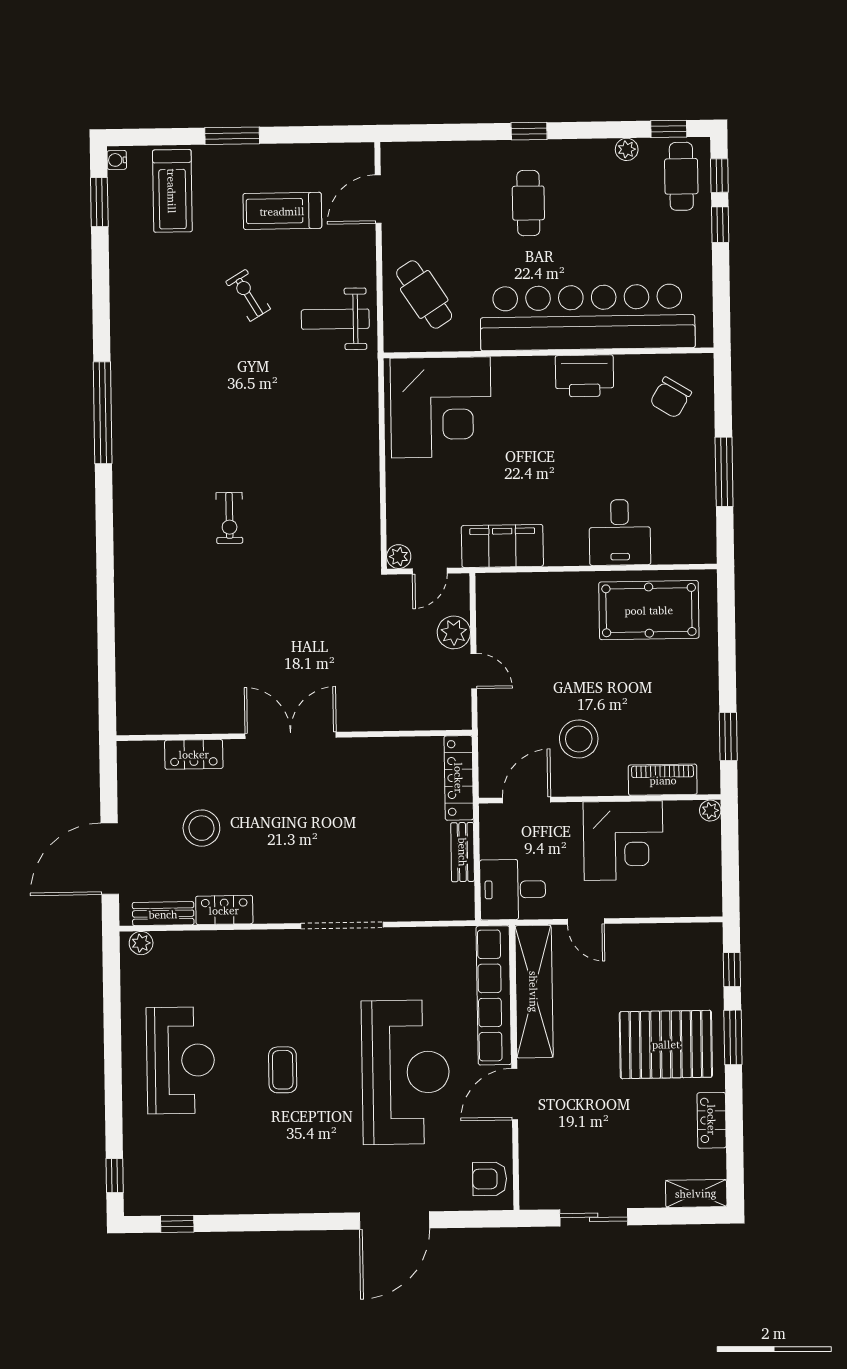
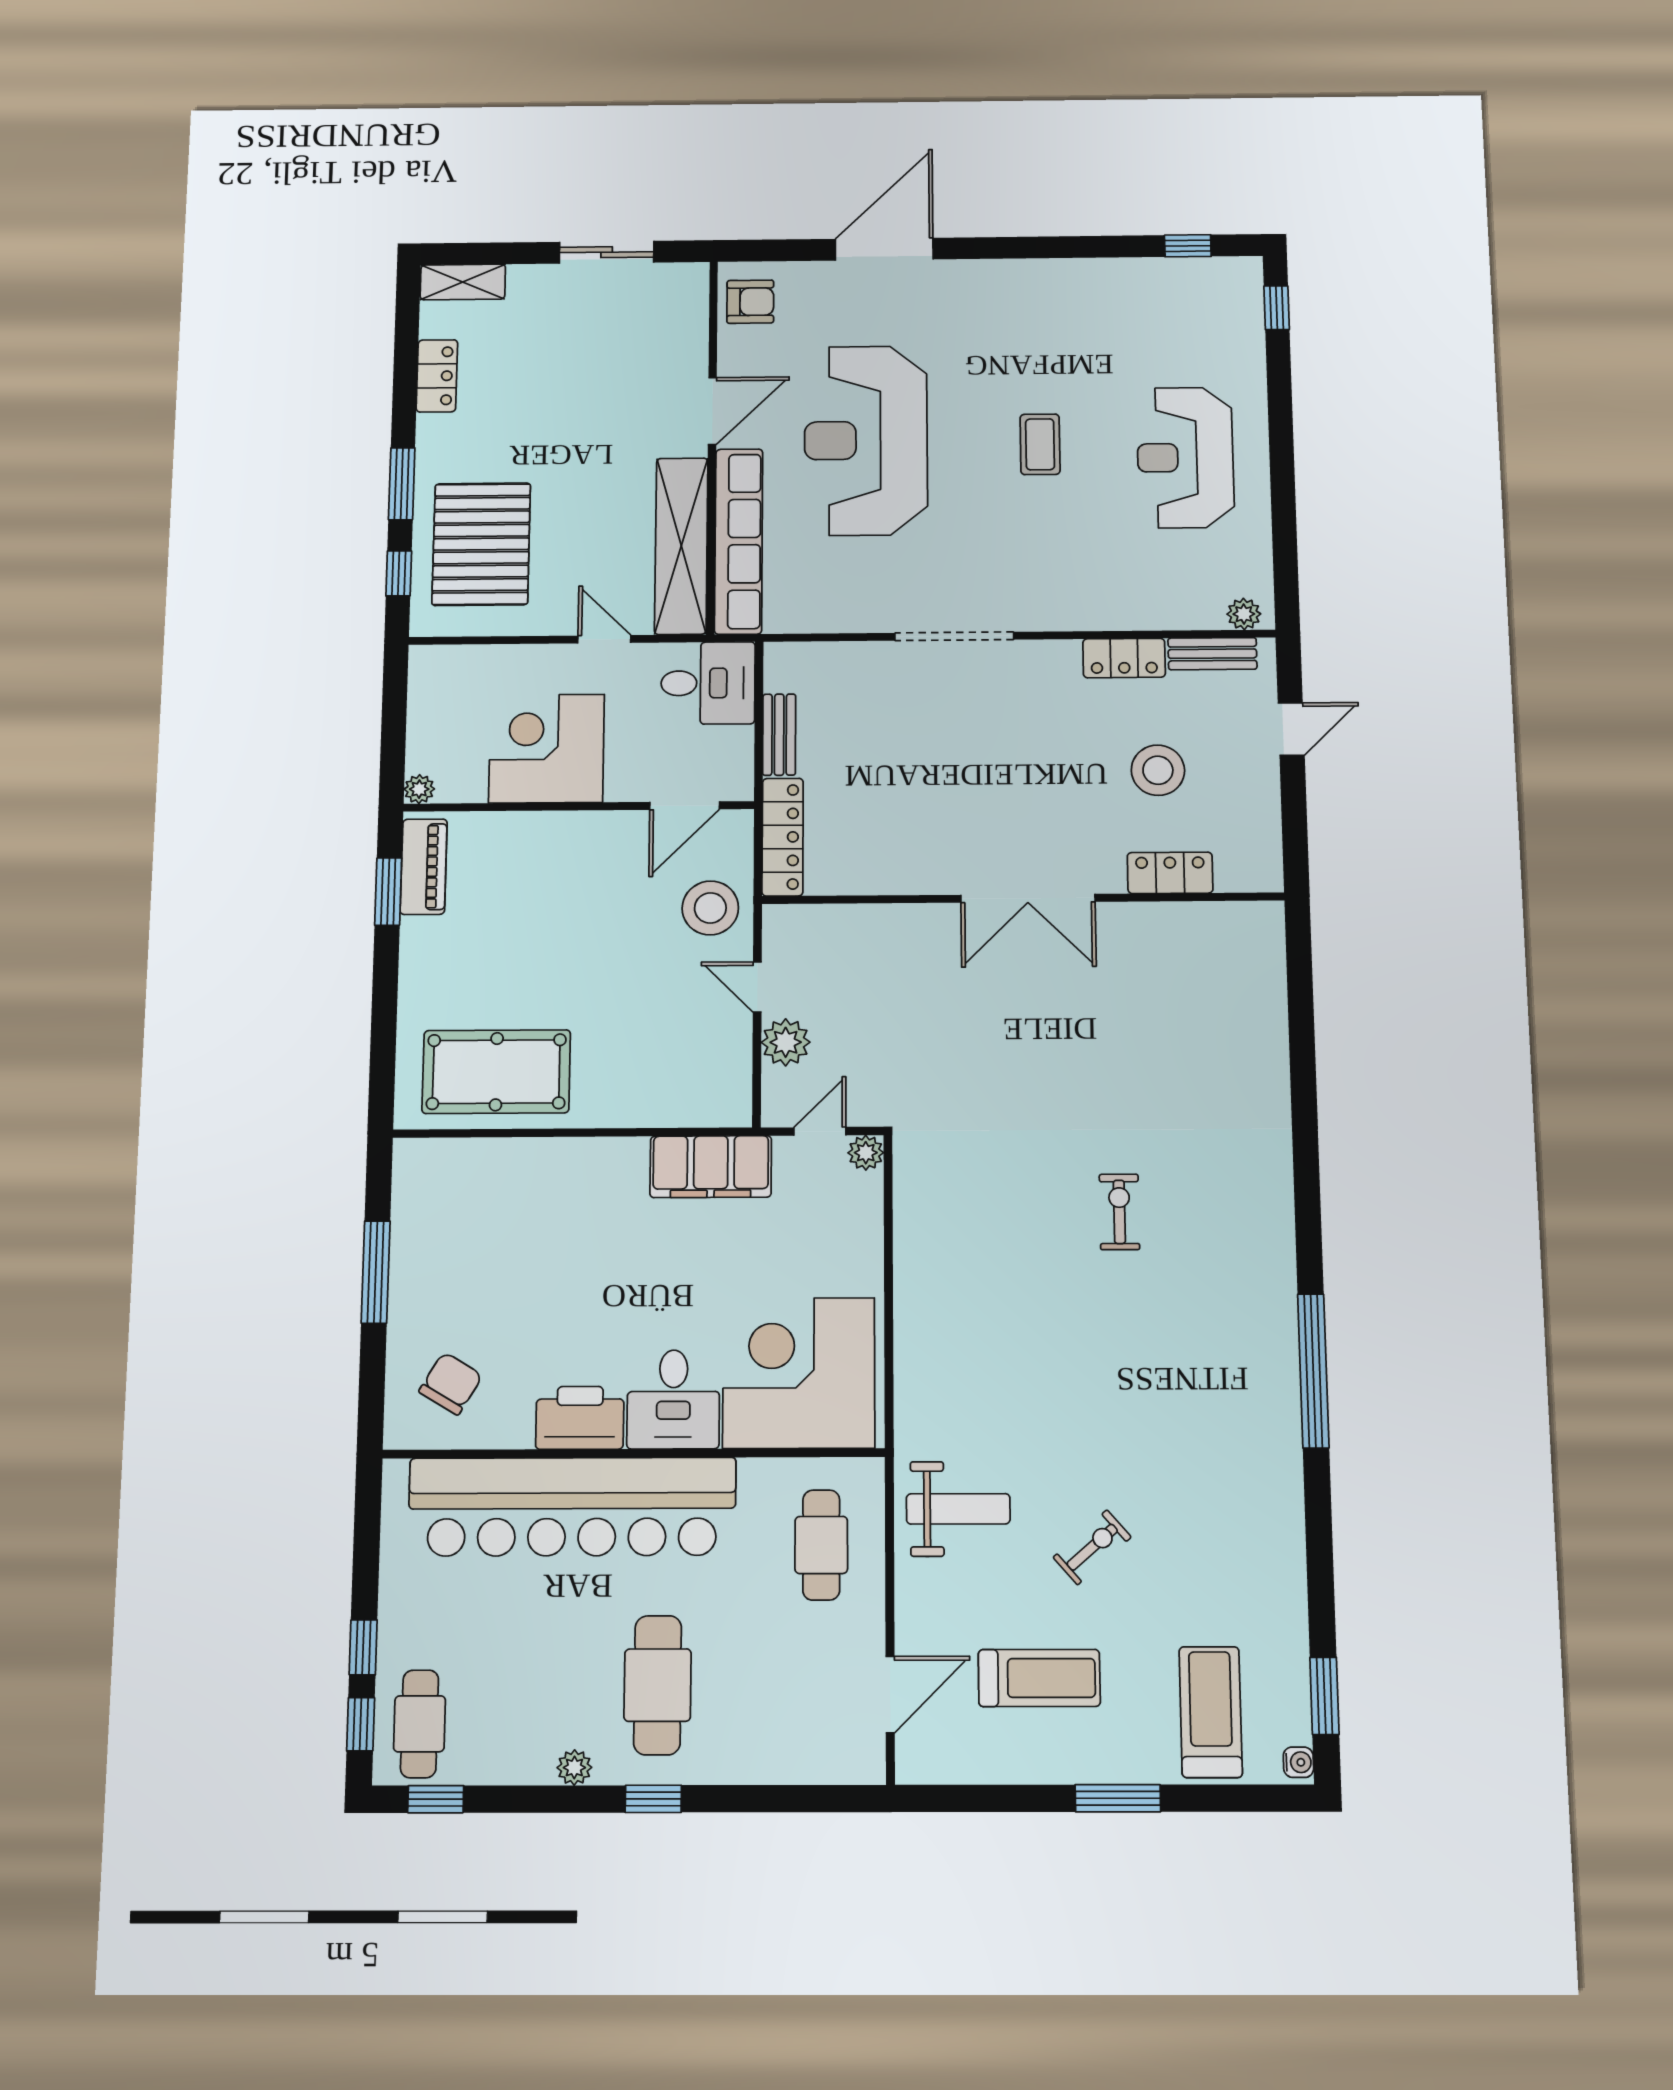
plant: (627, 149) -> (574, 1768), moved
cafe table: (528, 203) -> (658, 1685), width x1.37, depth x1.35
cafe table: (424, 294) -> (821, 1545), turned 33
exercise bike: (248, 295) -> (1092, 1547), turned -100
desk: (620, 532) -> (673, 1399), moved, turned 180
stool: (579, 739) -> (710, 908), moved
piano: (663, 780) -> (424, 867), moved, turned -90
door: (110, 859) -> (1291, 729), width x0.53
pallet: (666, 1044) -> (481, 544), moved, turned 90

